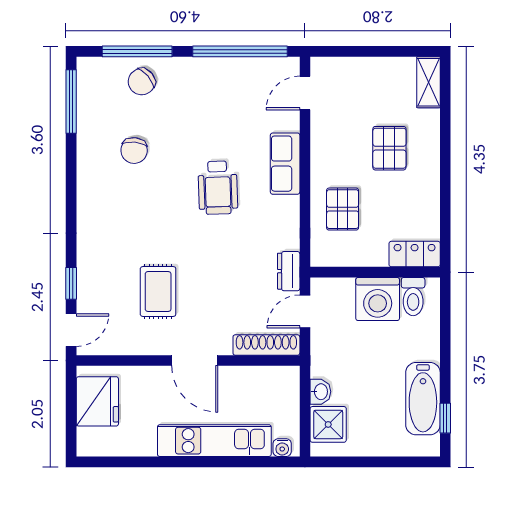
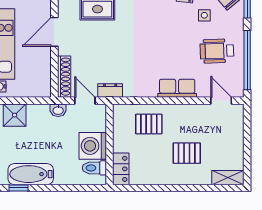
side table: (168, 120) -> (204, 15), added
wheelchair: (218, 188) -> (217, 51), moved
washbasin: (320, 392) -> (58, 110), moved

